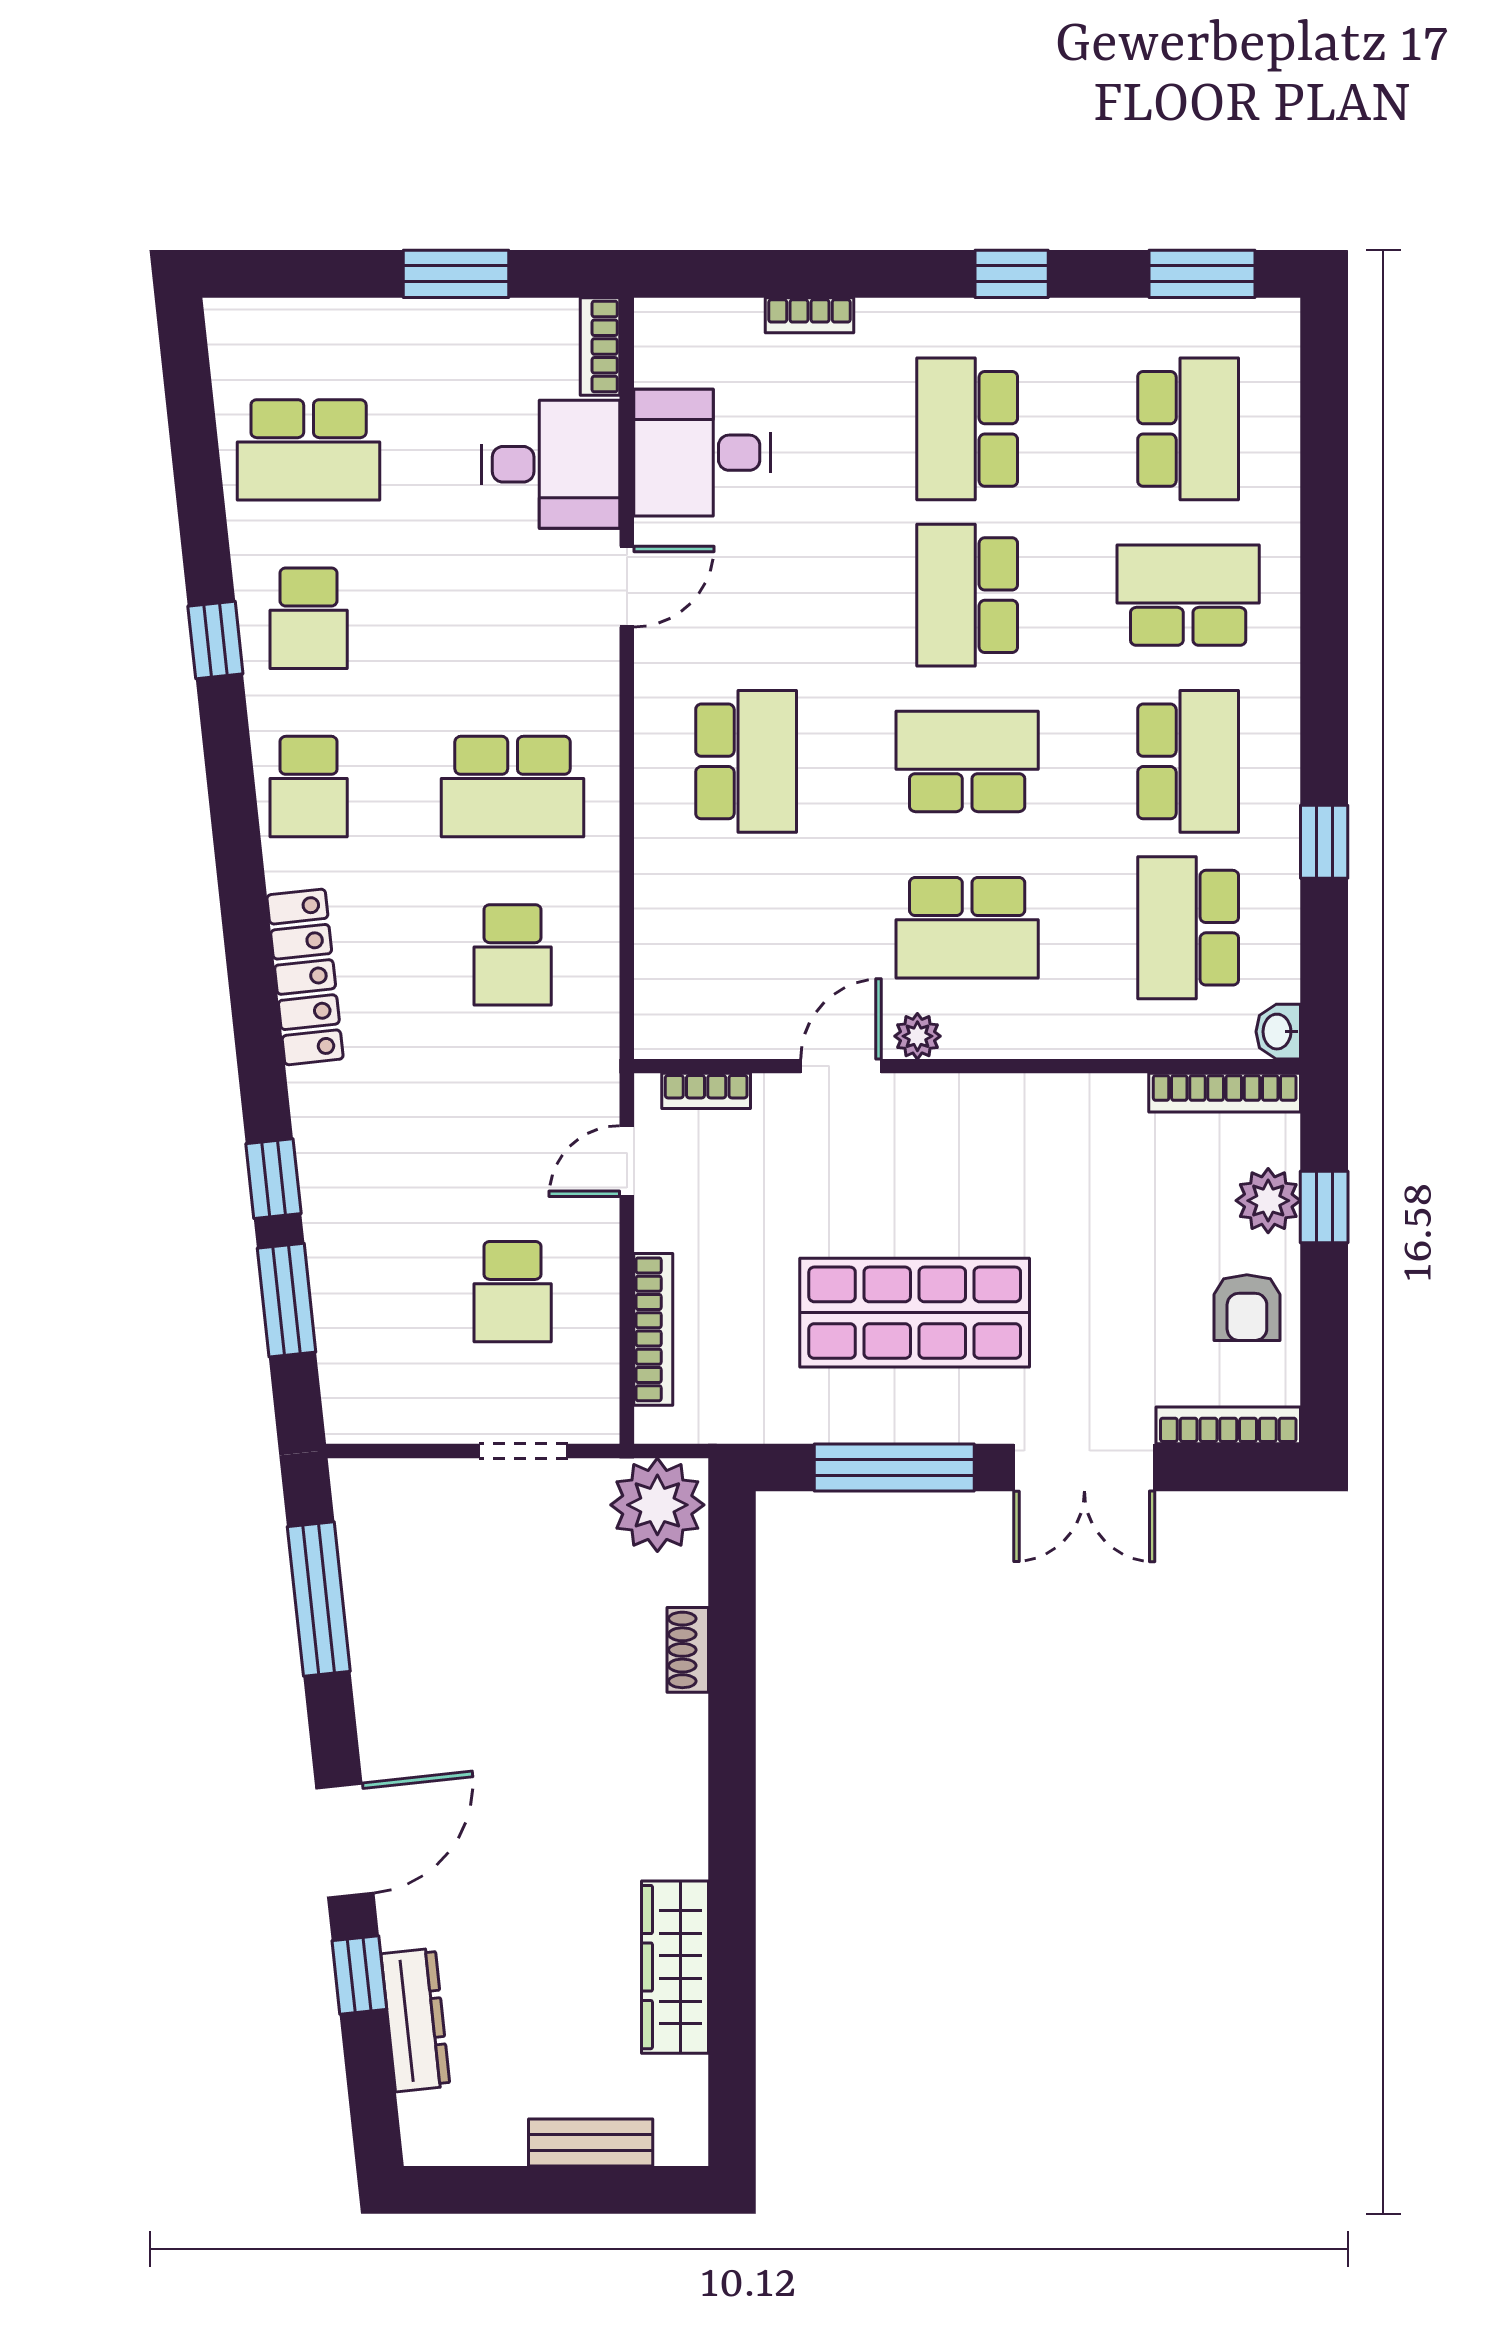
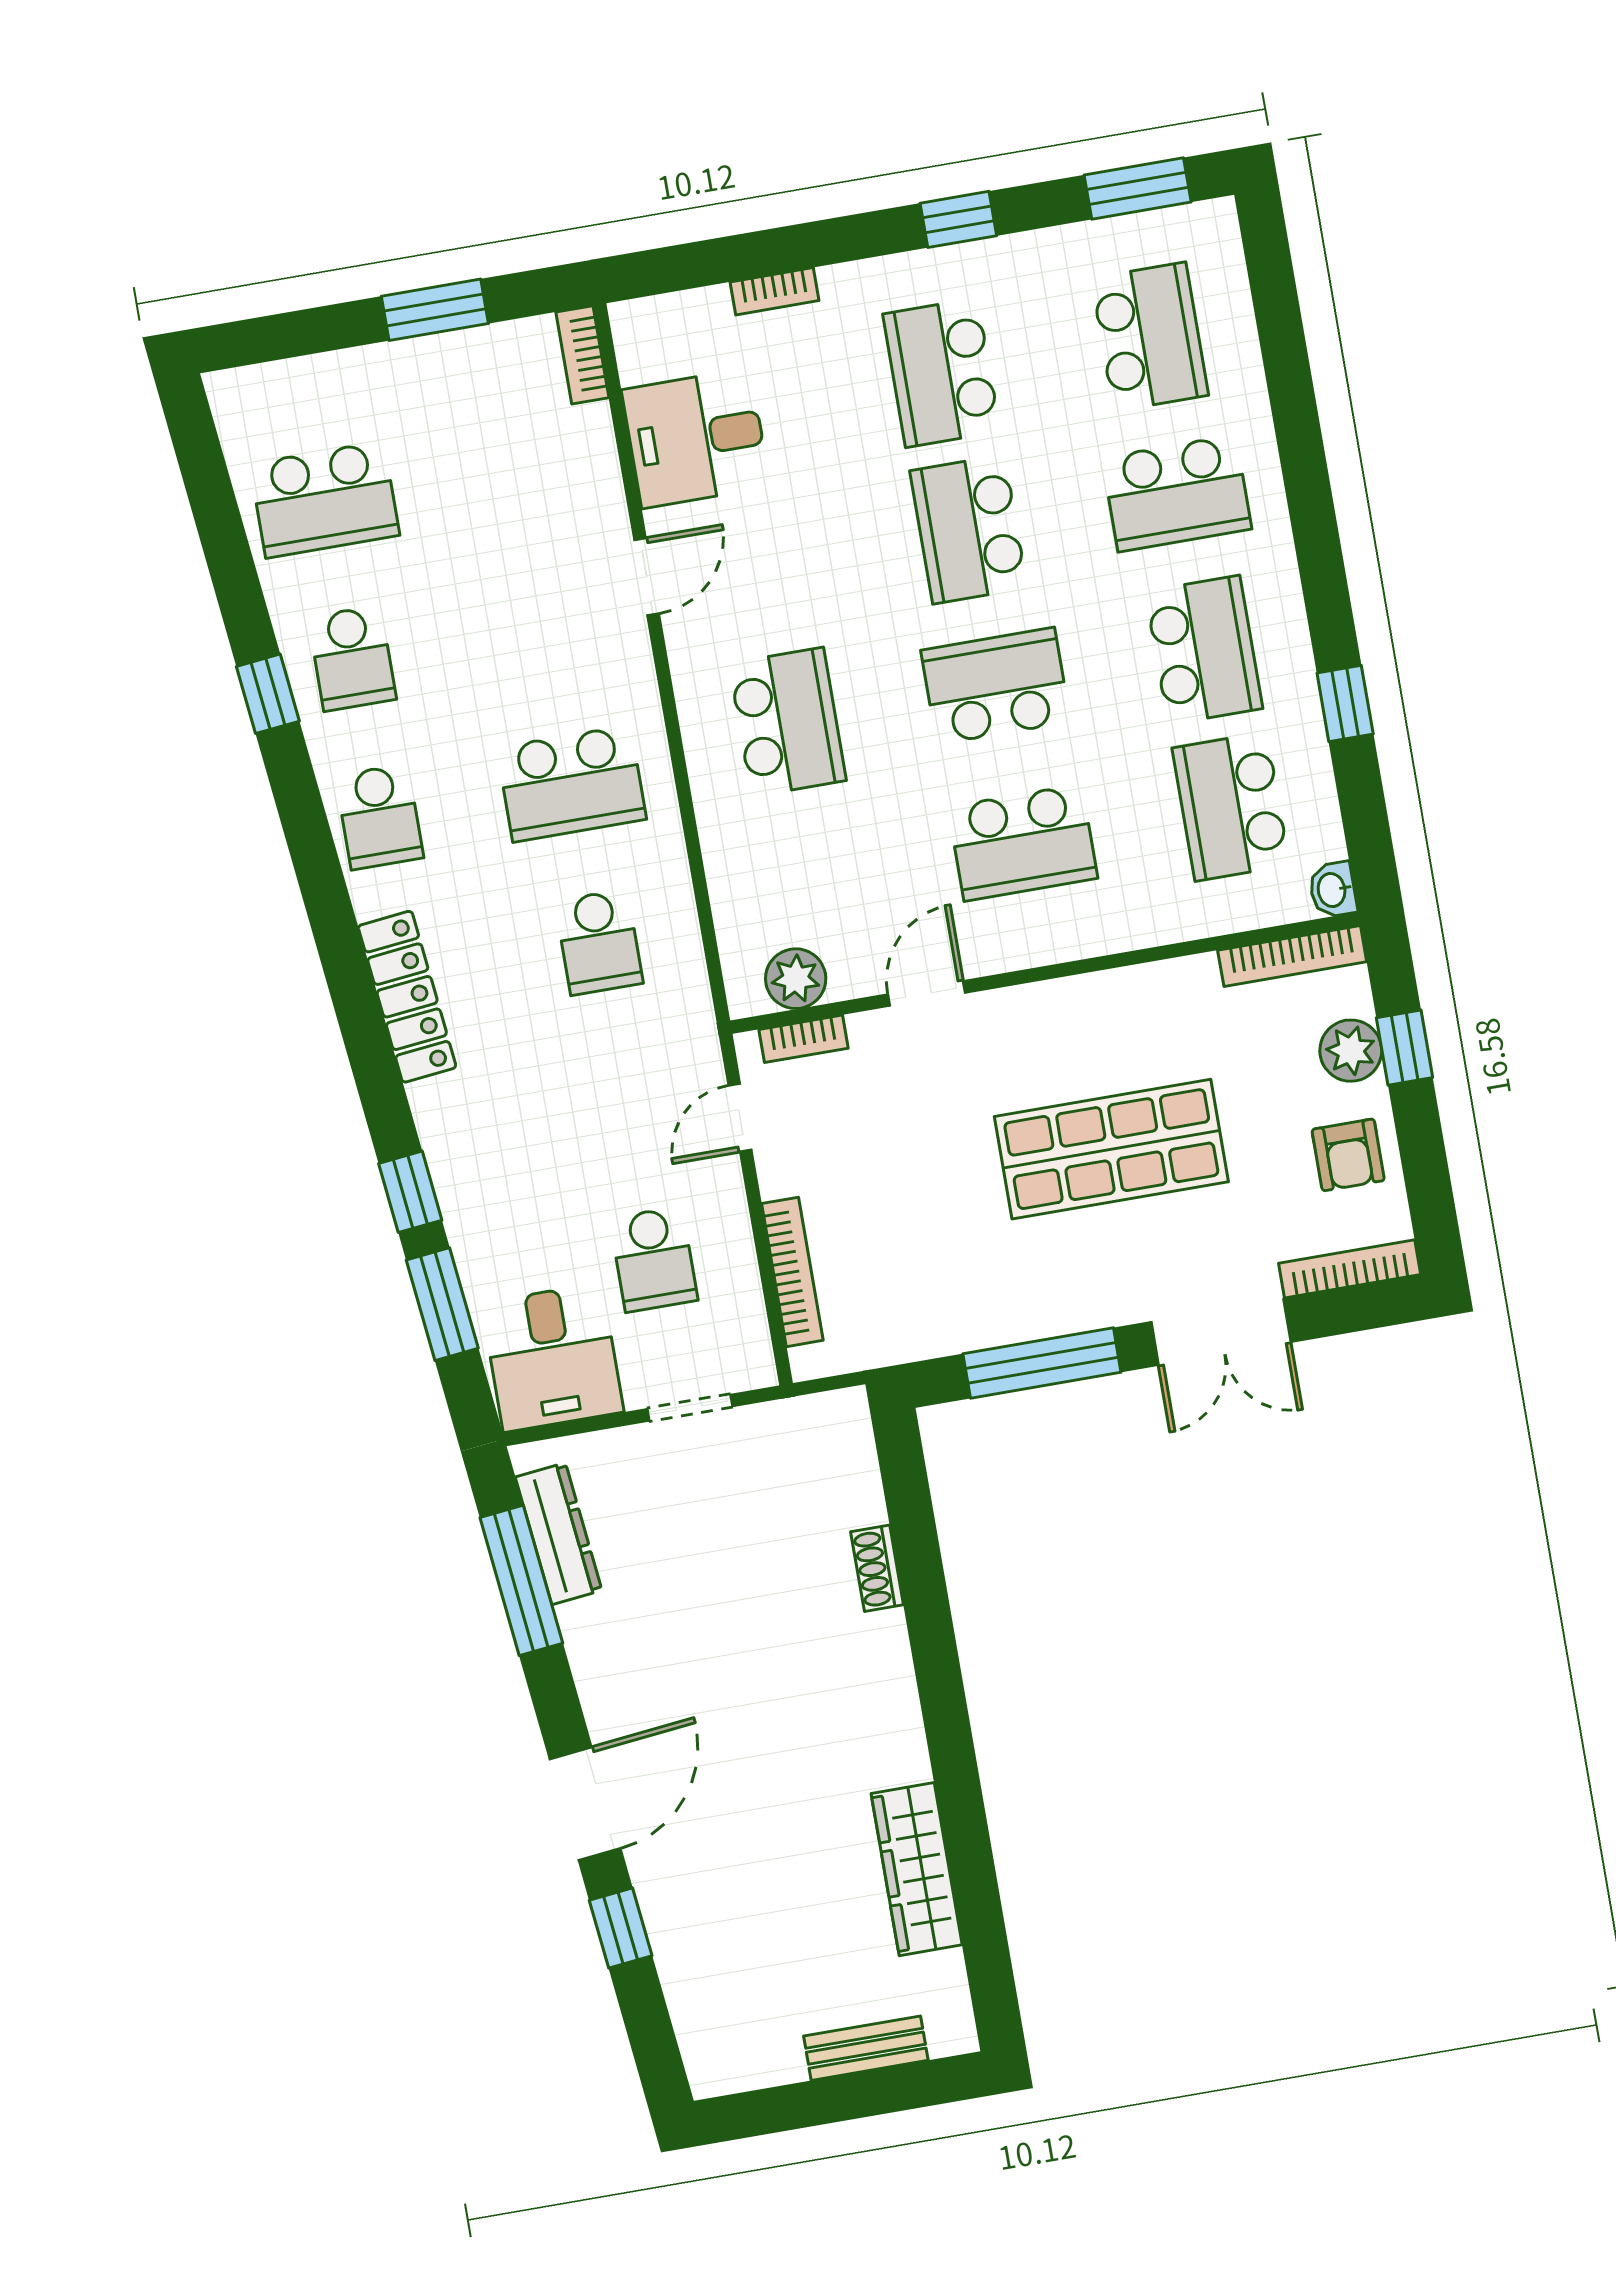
desk: (550, 464) -> (553, 1357), moved, turned 90
school desk: (1188, 595) -> (1177, 493), turned 180
plant: (917, 1036) -> (796, 979), moved, width x1.38, depth x1.38
shop shelf: (915, 1313) -> (1111, 1149), moved
plant: (657, 1505) -> (825, 1437), removed
dresser: (415, 2020) -> (559, 1534), moved

